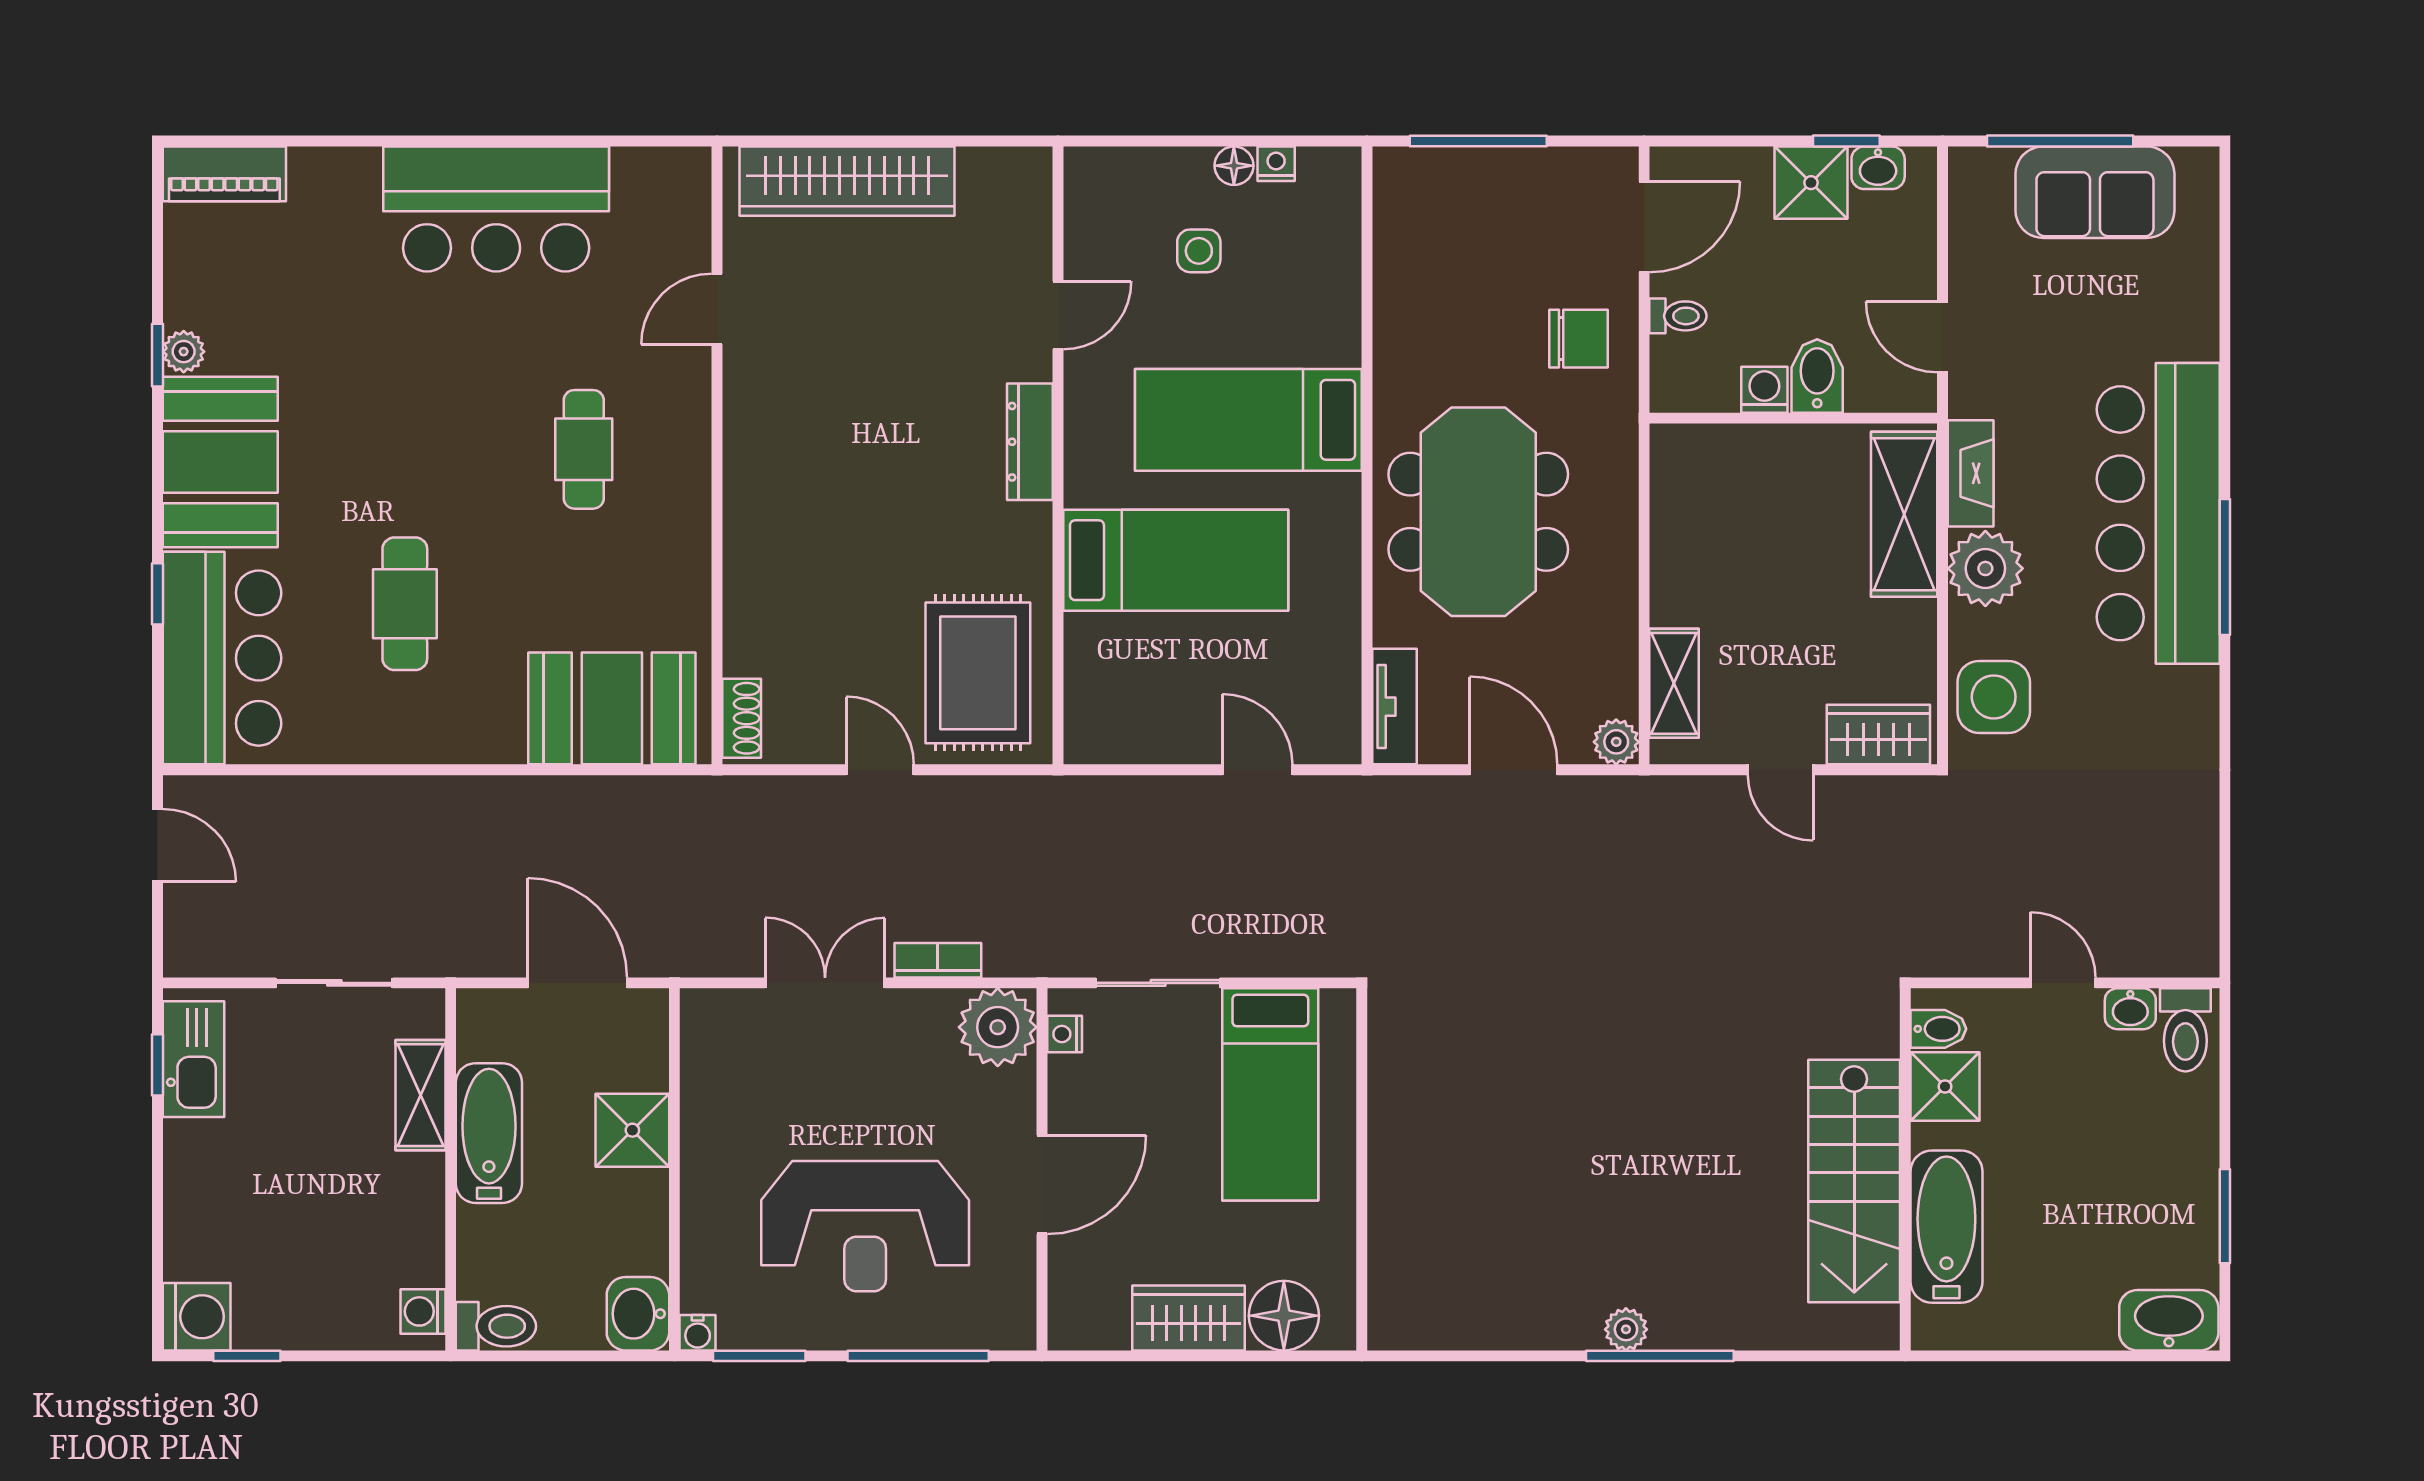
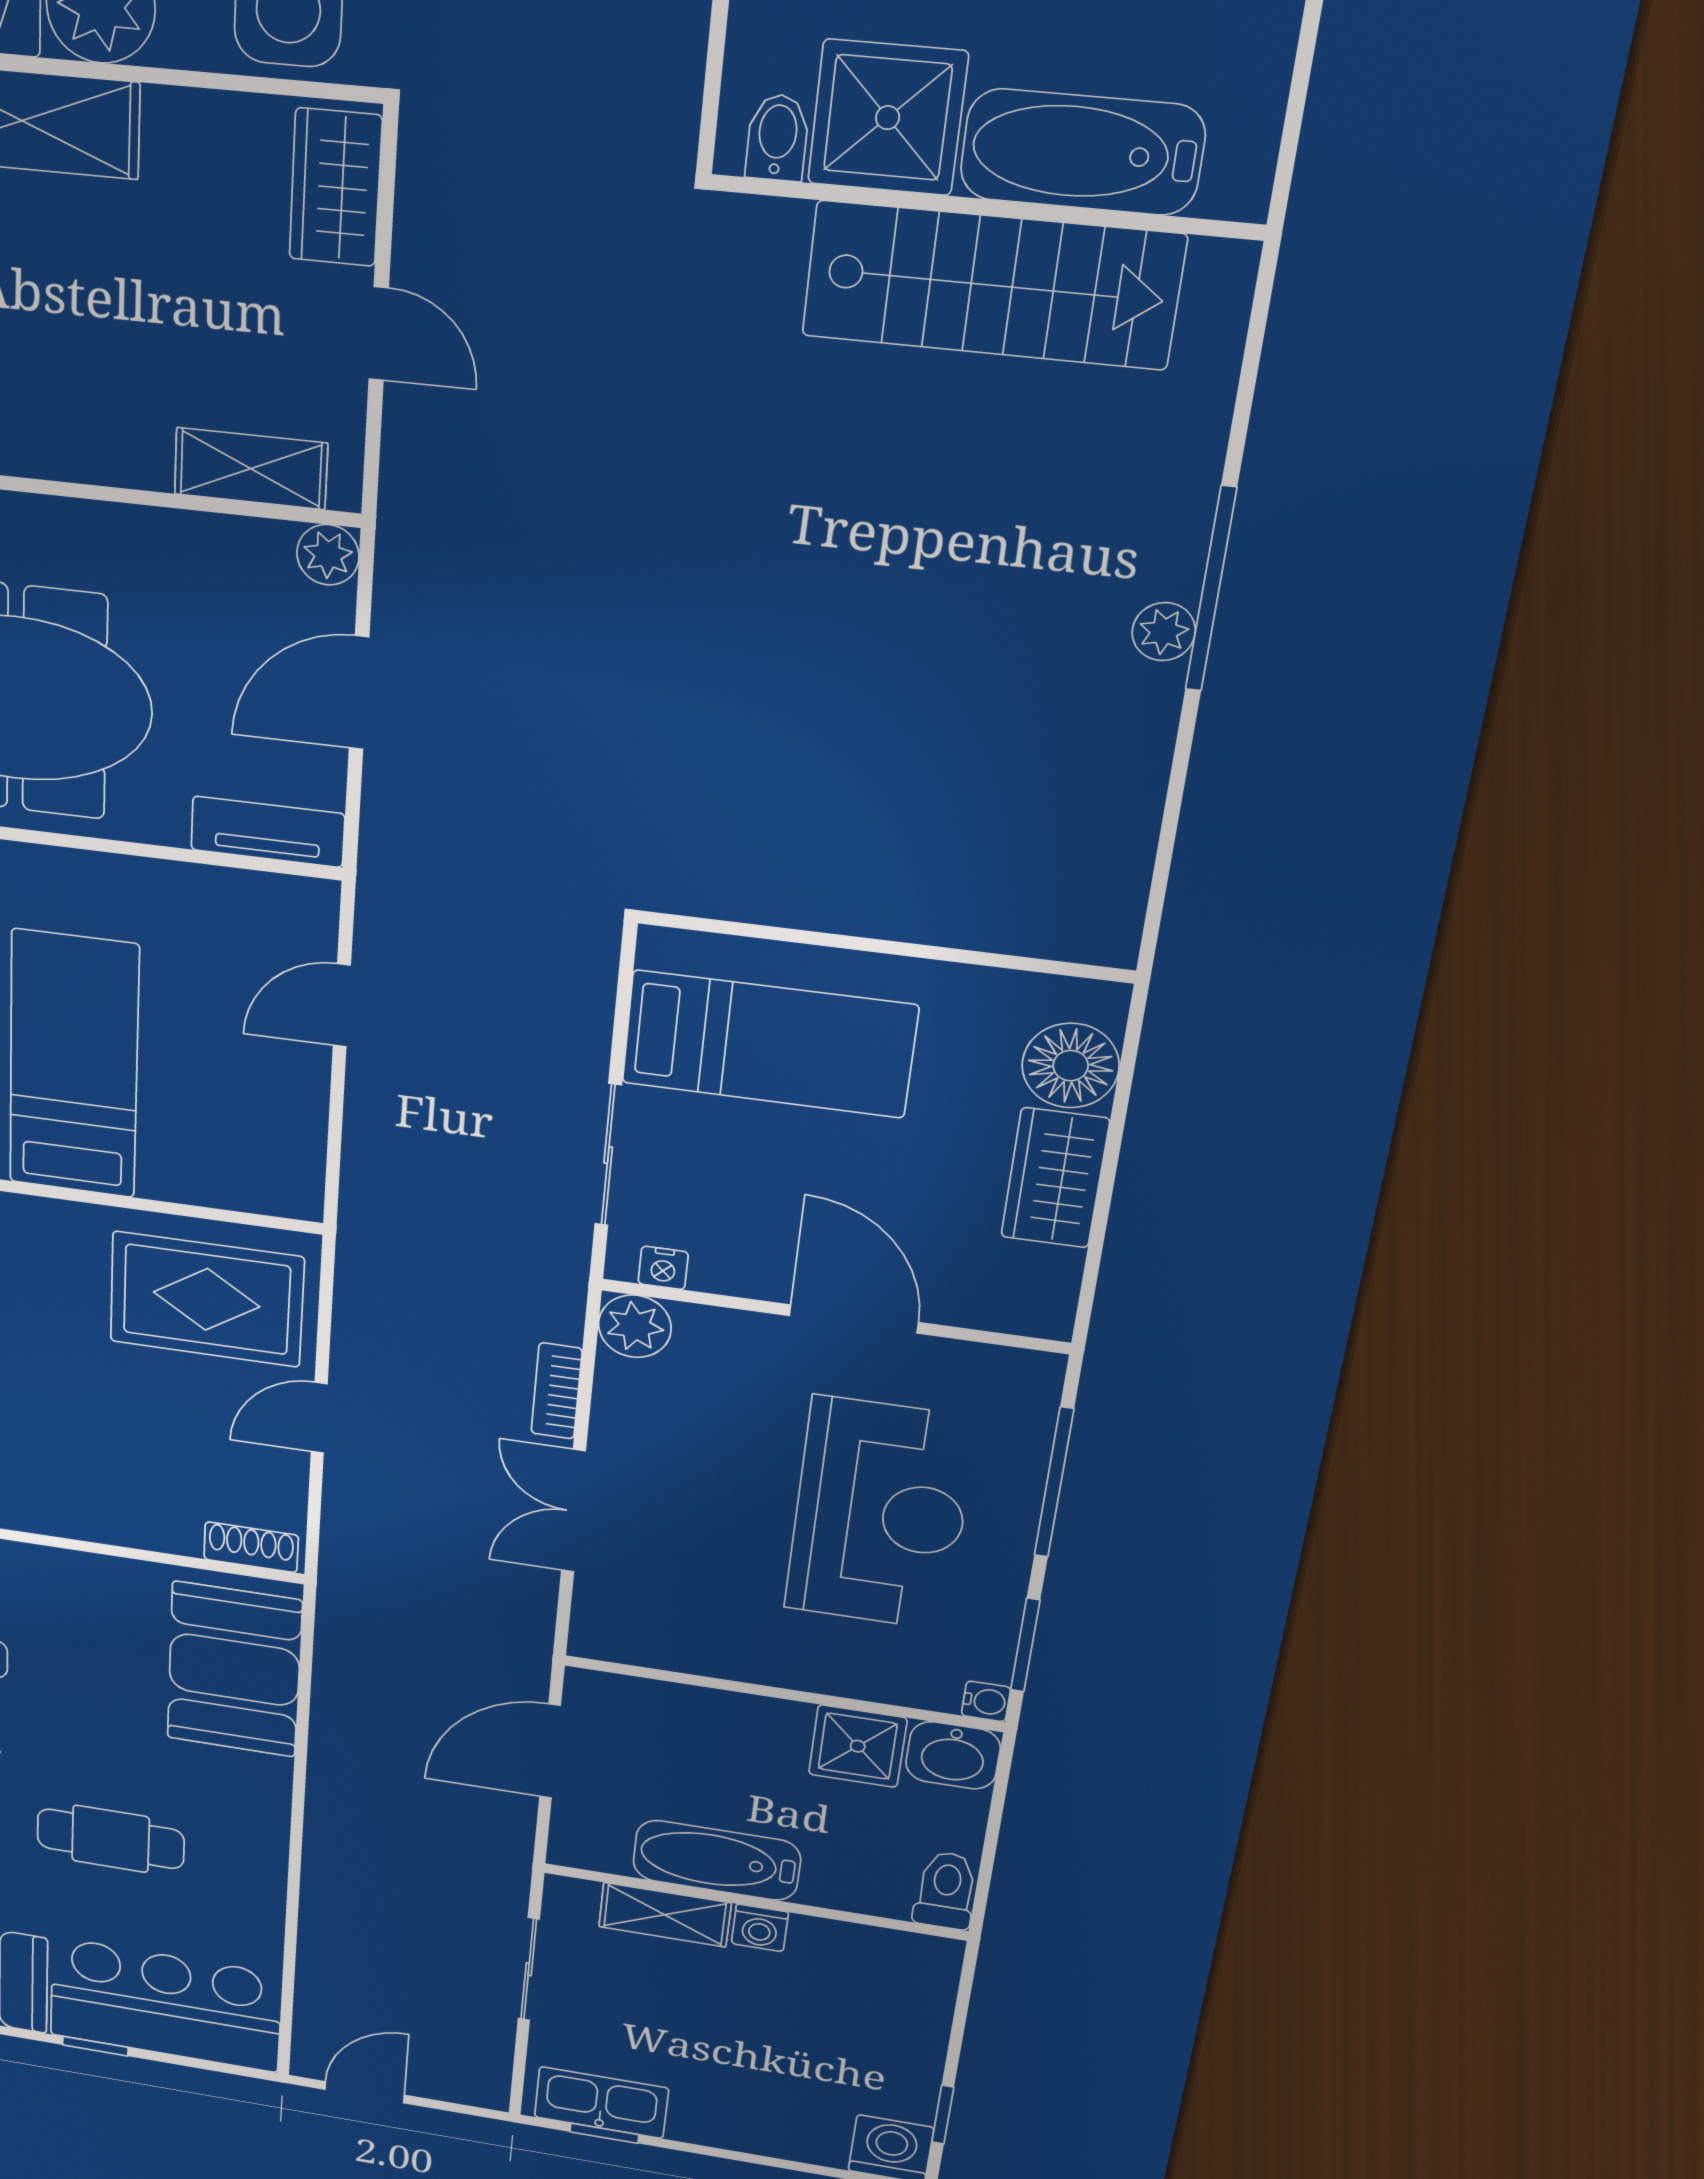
door: (1780, 770) -> (379, 334), hinge flipped
plant: (998, 1027) -> (635, 1326), width x0.73, depth x0.73
shower: (1945, 1087) -> (888, 118), width x1.36, depth x1.36
shower: (632, 1130) -> (858, 1746), moved
washing machine: (423, 1311) -> (760, 1928), moved

